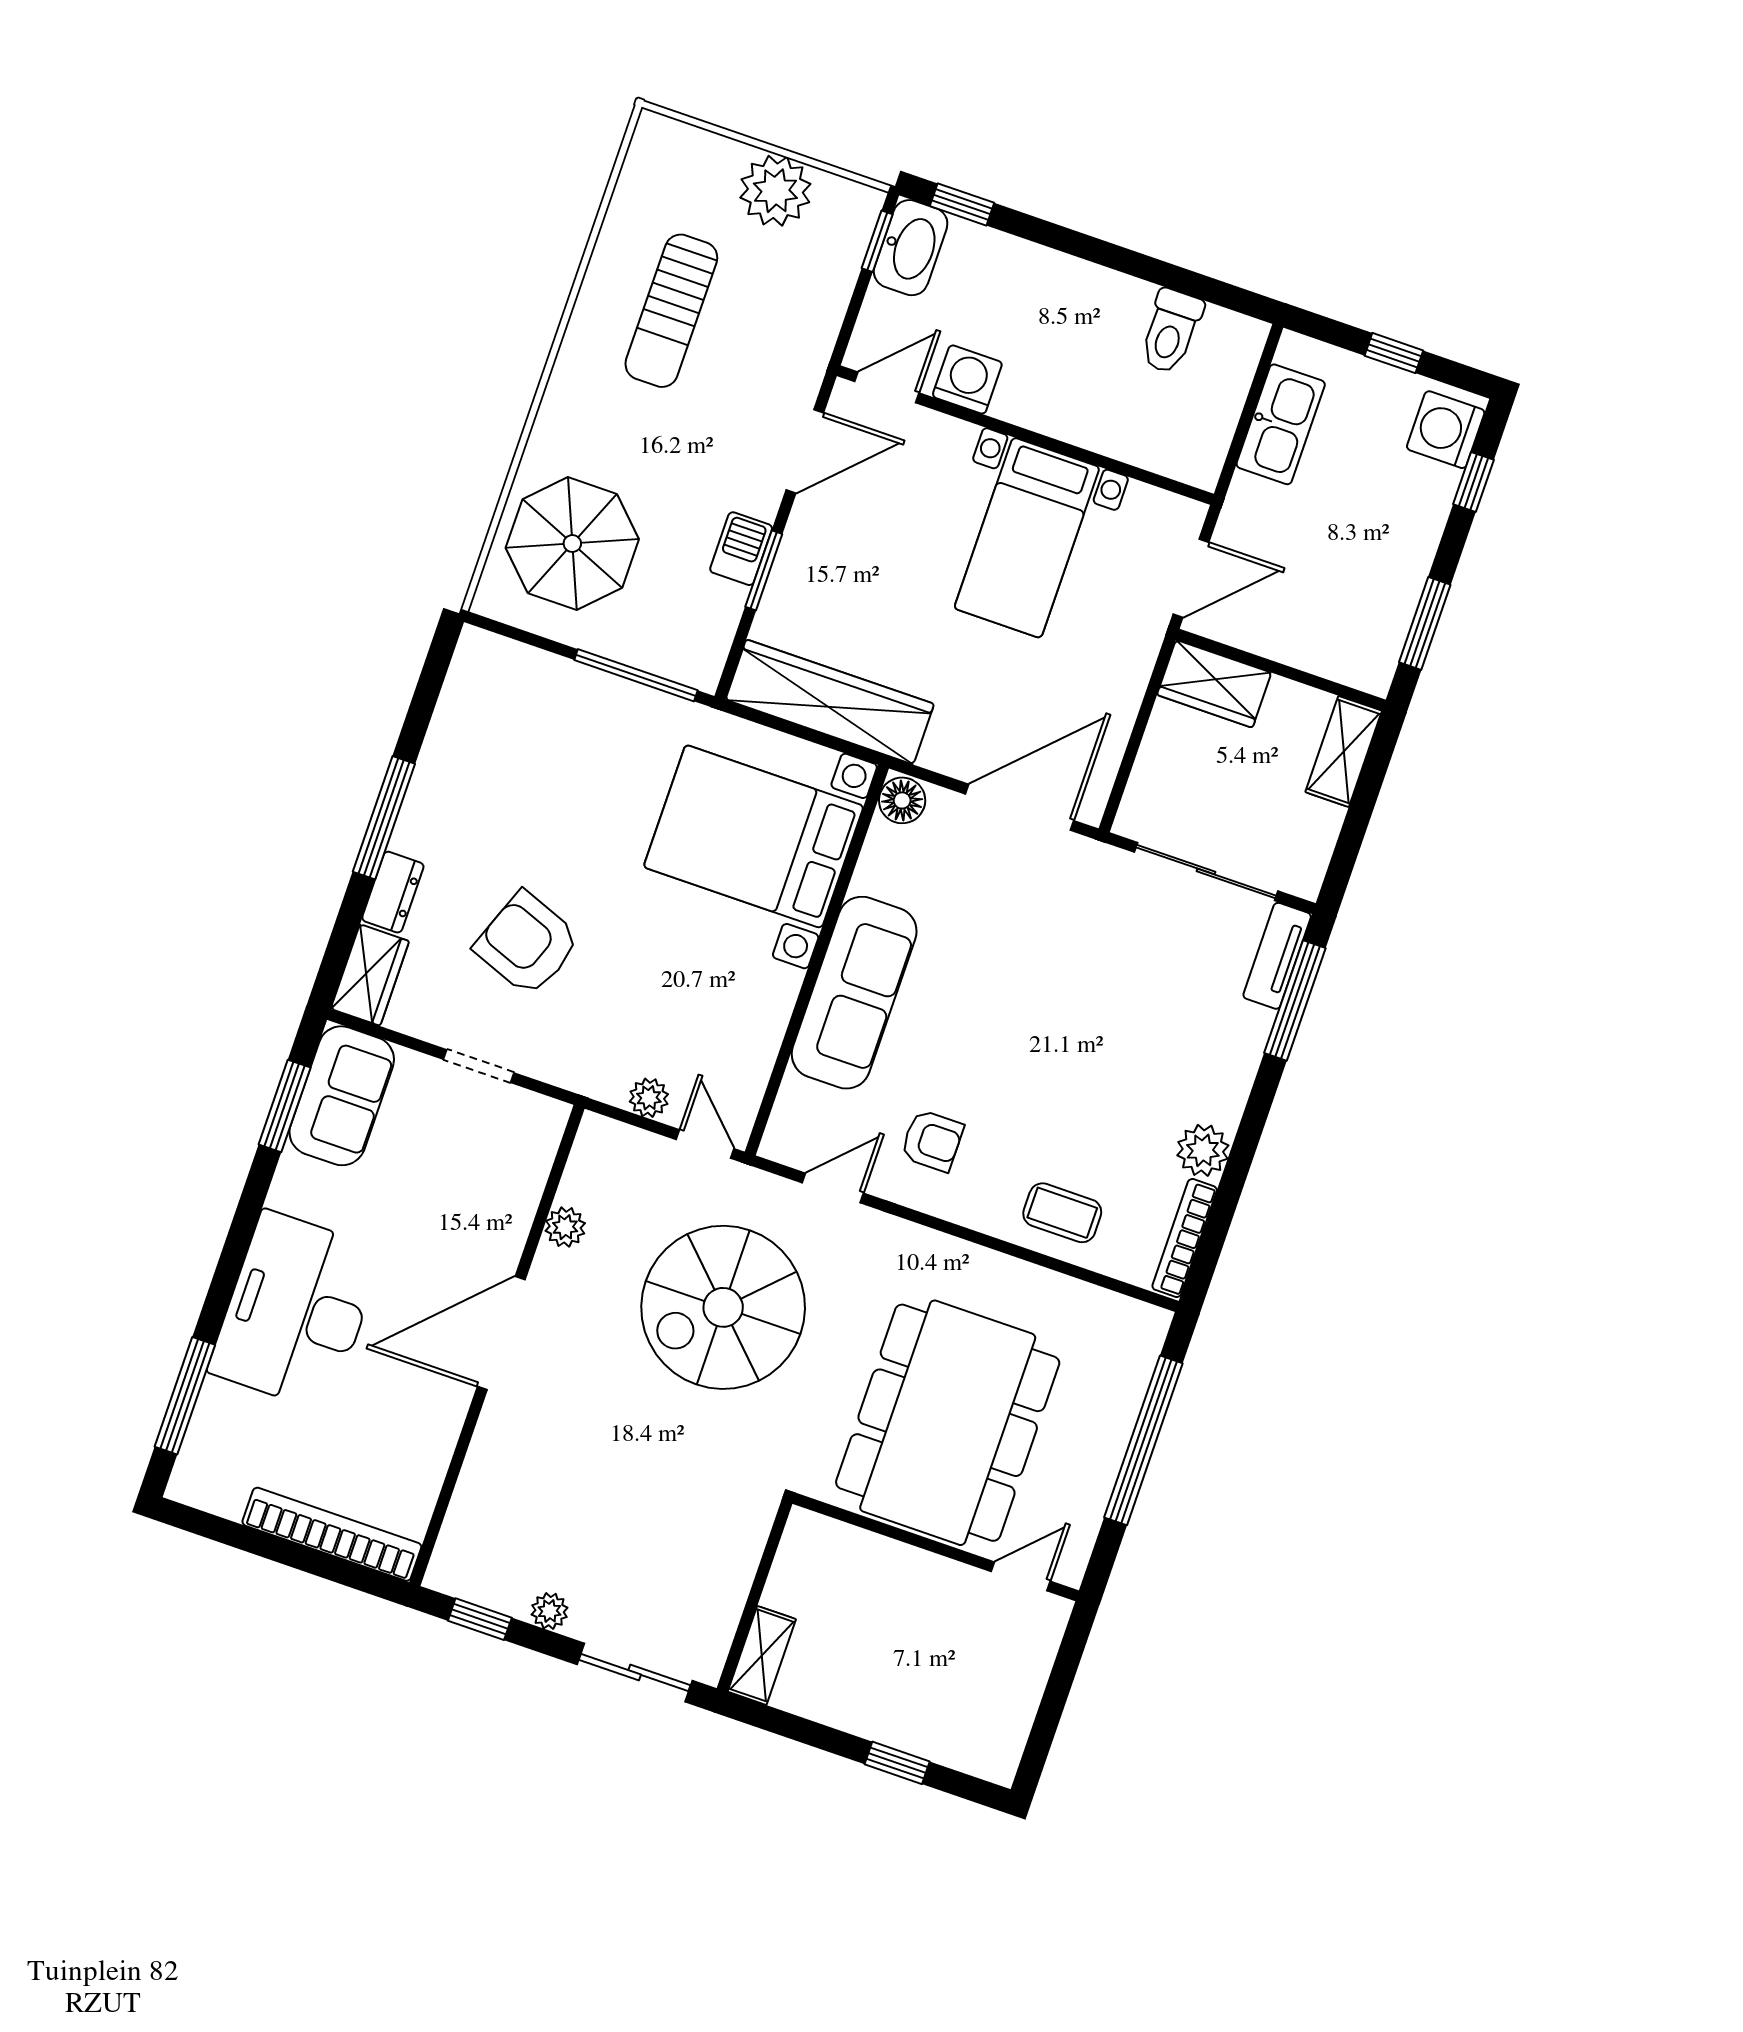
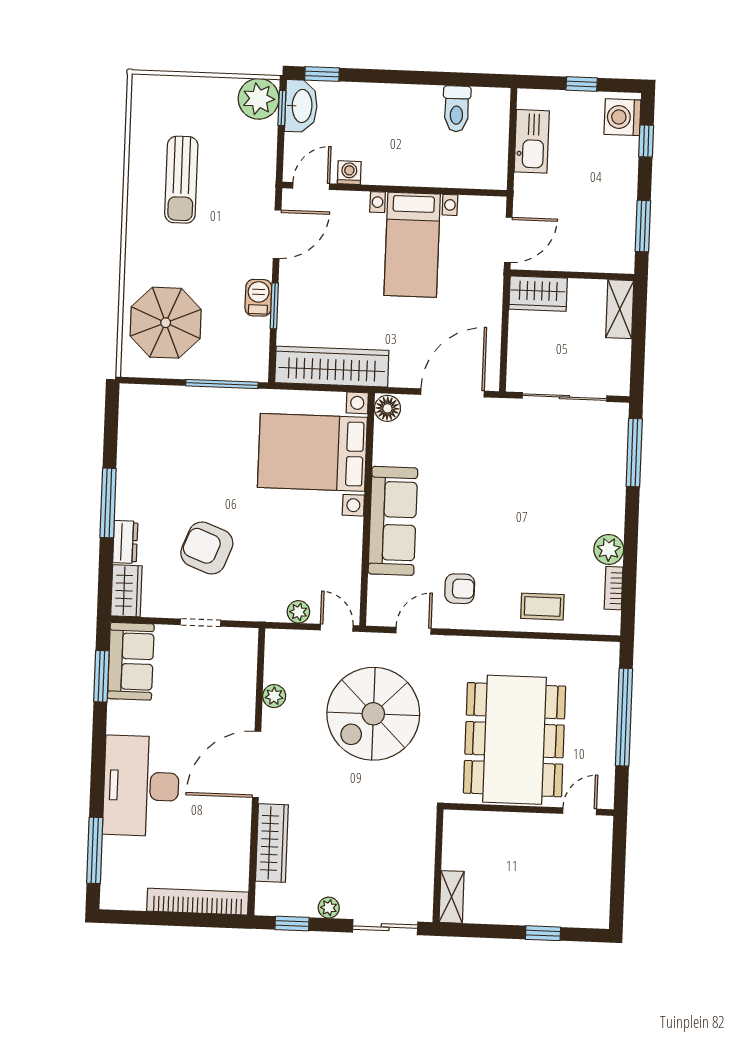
plant: (775, 191) -> (259, 99), moved
washing machine: (967, 380) -> (349, 173), width x0.73, depth x0.73
tv unit: (1277, 956) -> (617, 431), removed
bookcase: (1185, 1238) -> (614, 588), width x0.64
wardrobe: (487, 1473) -> (272, 843), added

